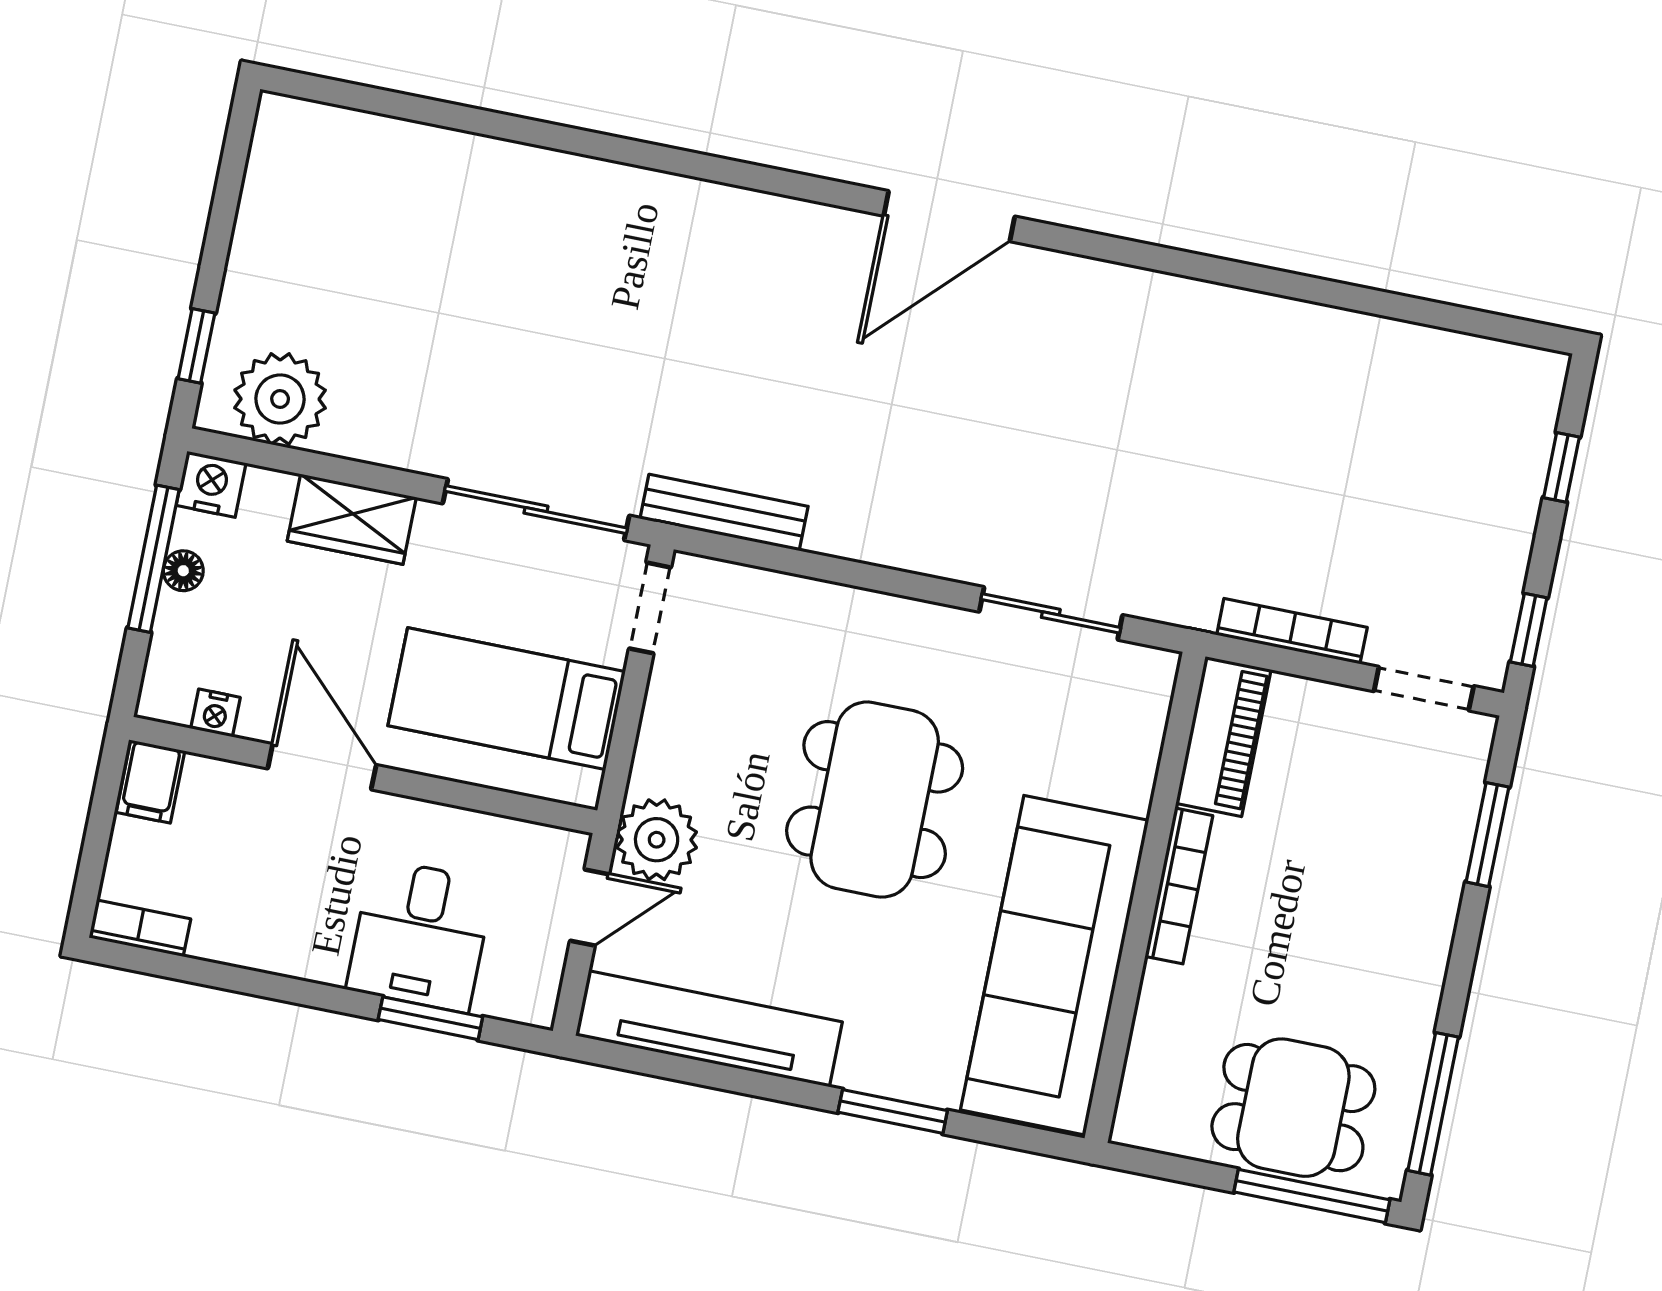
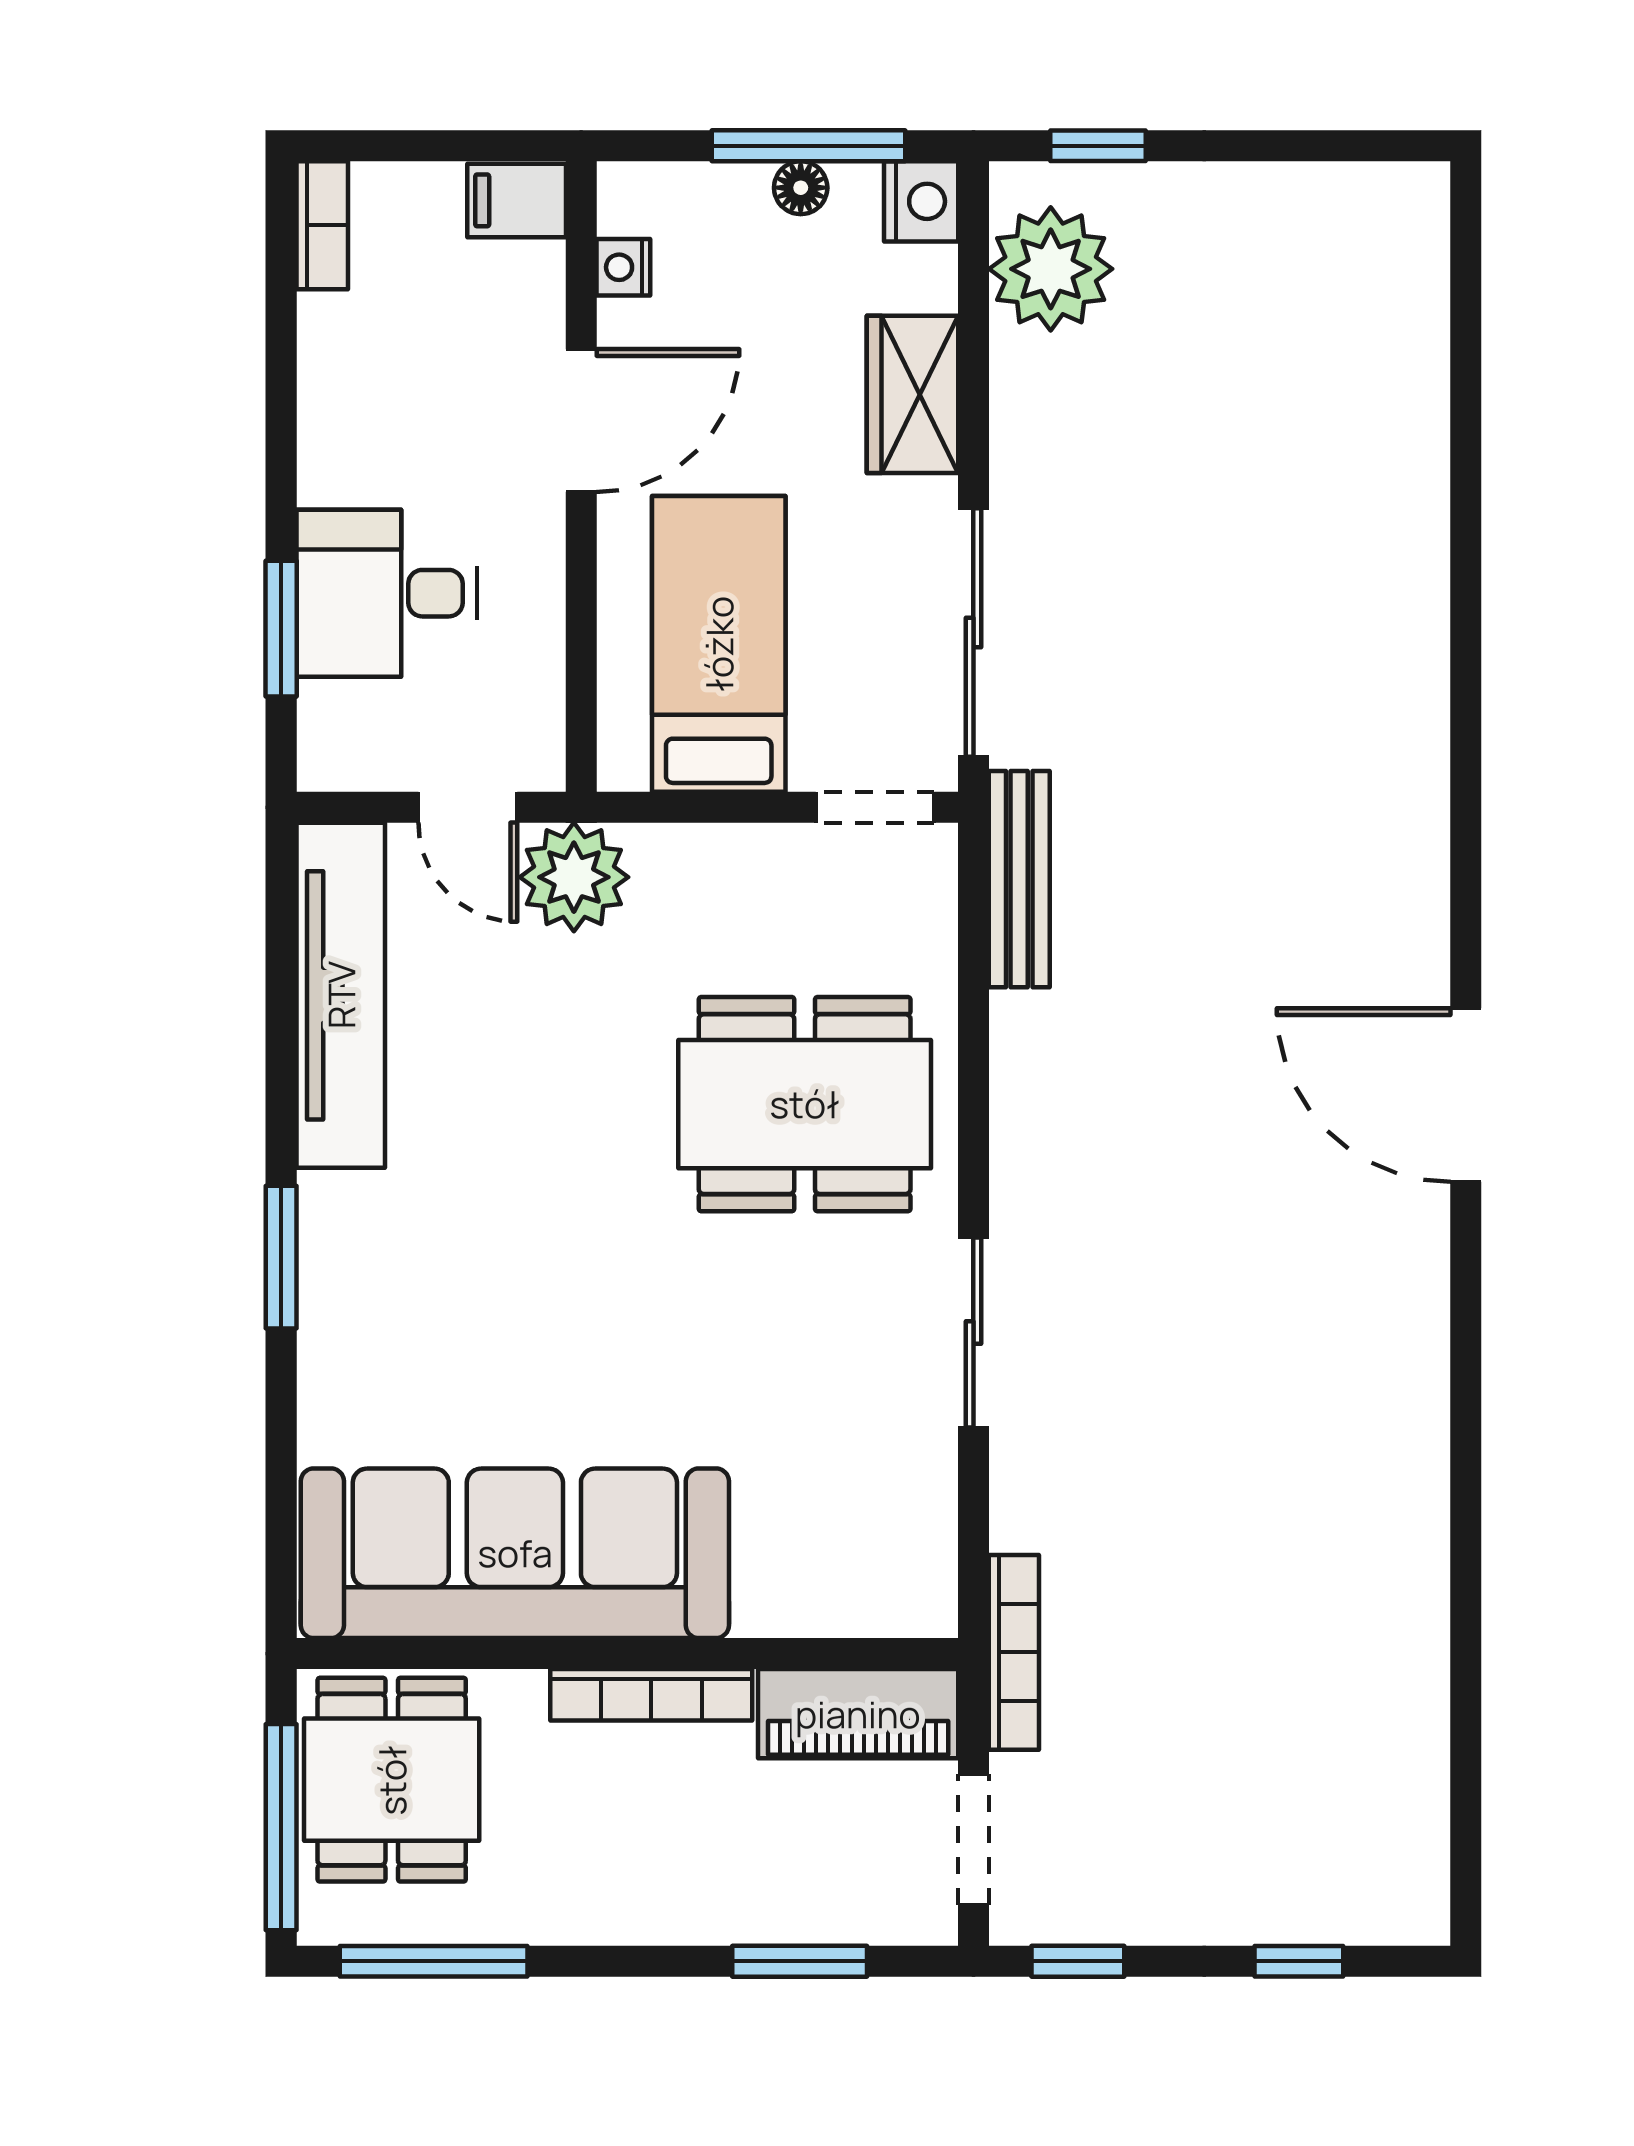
piano: (1223, 737) -> (858, 1714), moved
dining table: (875, 800) -> (805, 1104), moved
bookcase: (1179, 886) -> (651, 1695), moved
wall: (1145, 897) -> (627, 1654), moved
sofa: (1055, 965) -> (515, 1553), moved

